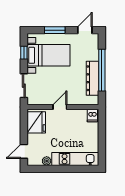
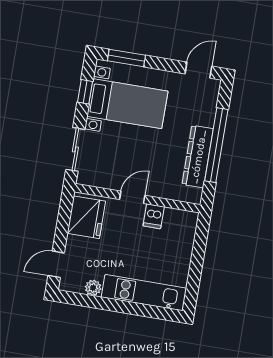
window: (55, 30) -> (126, 58), moved
dishwasher: (92, 116) -> (154, 216), moved

